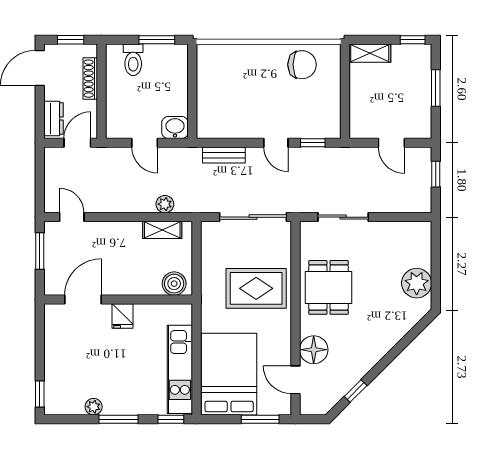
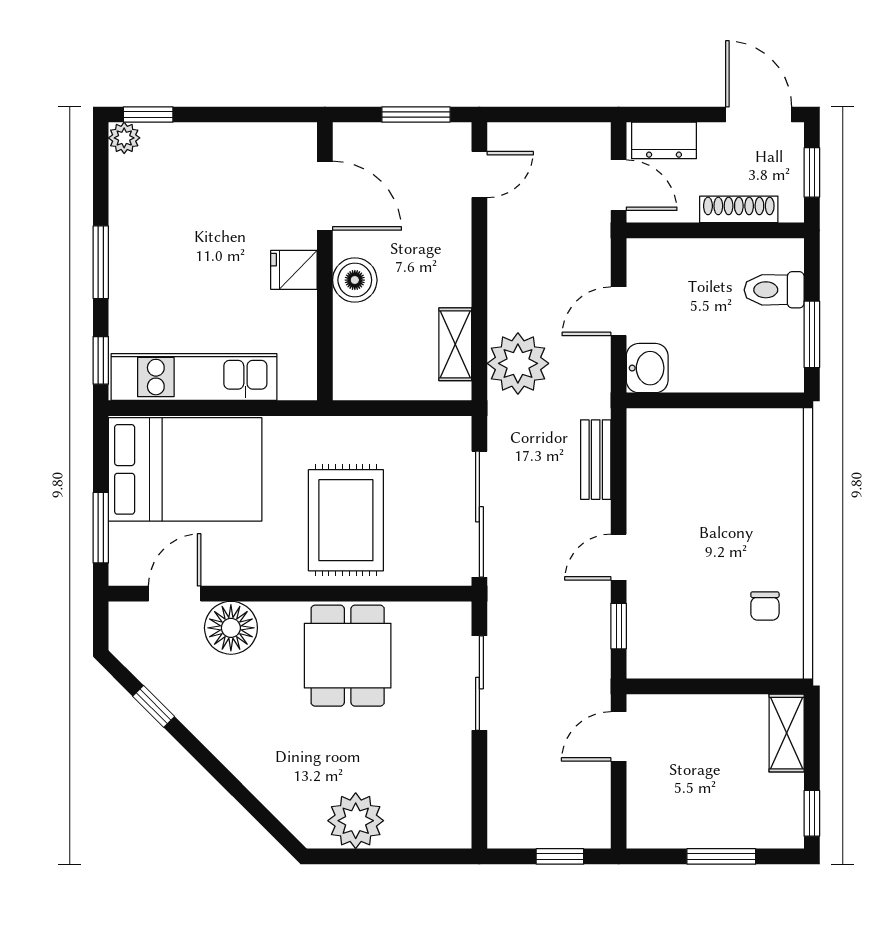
chair: (302, 65) -> (765, 606), width x0.54, depth x0.54
door: (391, 143) -> (619, 736), moved
plant: (165, 204) -> (518, 363), width x1.87, depth x1.87
boiler: (174, 284) -> (355, 280), moved
dining table: (328, 287) -> (348, 656), turned 90
plant: (94, 407) -> (124, 138), moved

